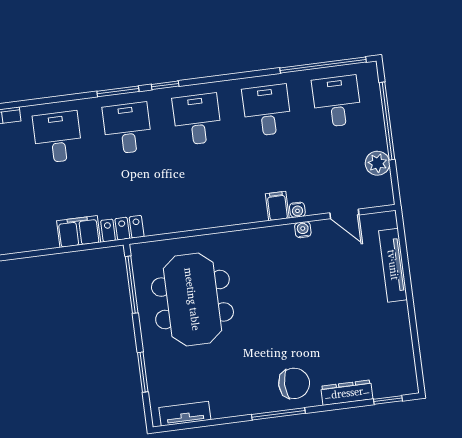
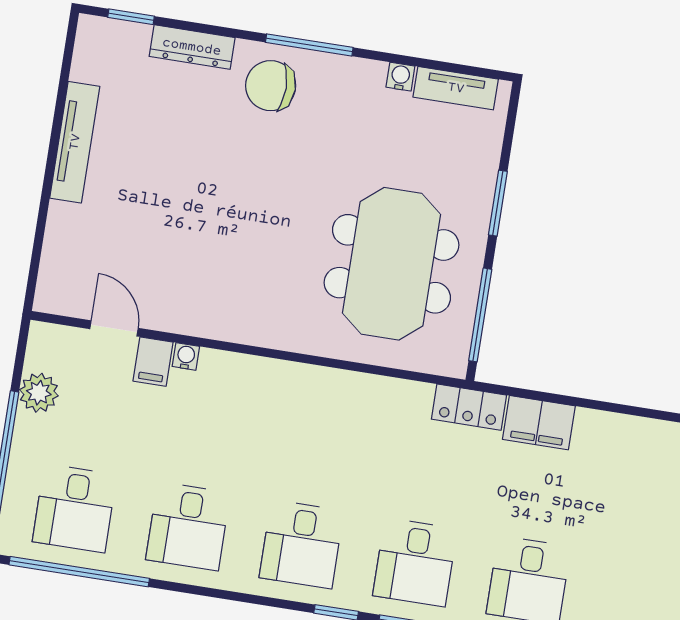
filing cabinet: (277, 206) -> (153, 362), moved
water cooler: (303, 230) -> (400, 77), moved, turned 180
tv unit: (393, 265) -> (75, 142), moved
window: (143, 372) -> (498, 203), moved

